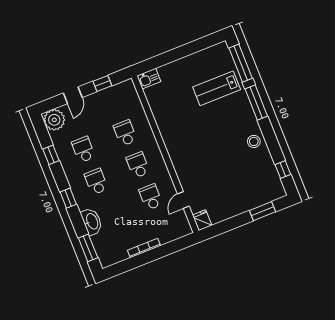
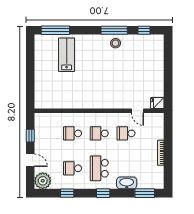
kitchen sink: (149, 79) -> (40, 101), removed
lab bench: (217, 88) -> (67, 55), turned 180
window: (256, 103) -> (114, 30), moved
school desk: (96, 182) -> (99, 168), width x1.85
window: (262, 211) -> (168, 57), removed

